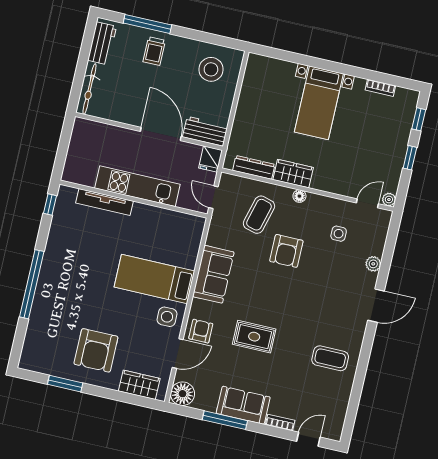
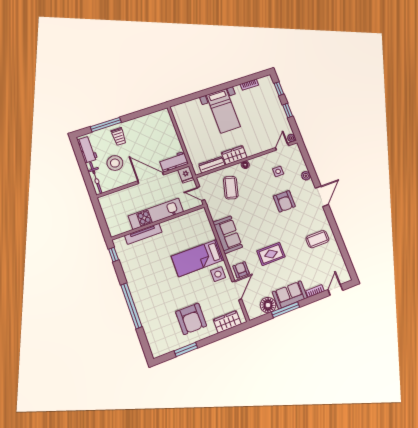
stool: (211, 69) -> (115, 163), moved
armchair: (286, 251) -> (284, 201), moved
floor lamp: (182, 394) -> (268, 305), moved

